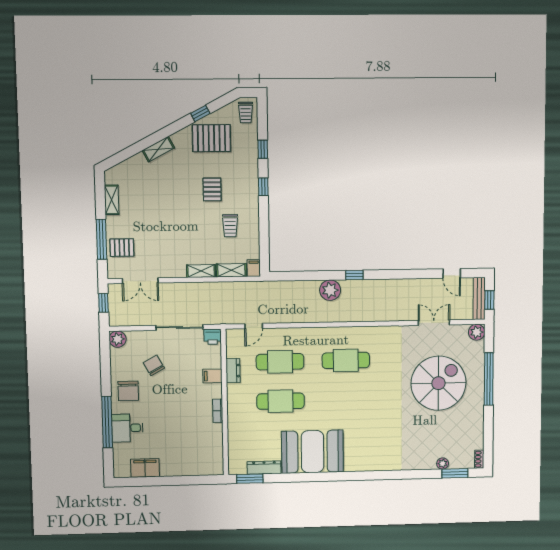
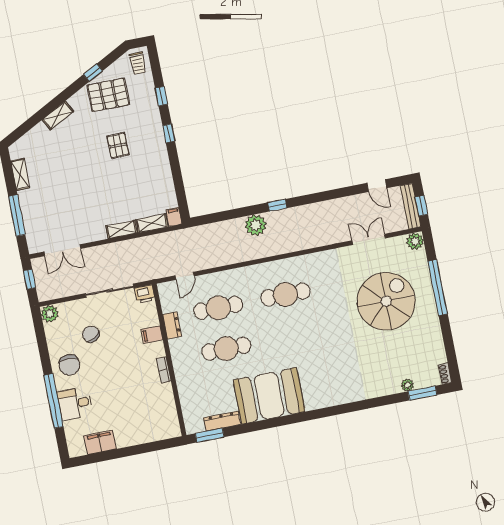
trolley: (230, 226) -> (143, 178), removed
pallet: (122, 248) -> (38, 220), removed

